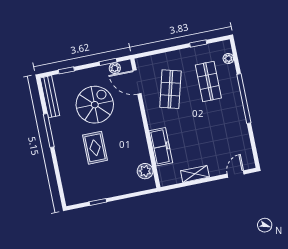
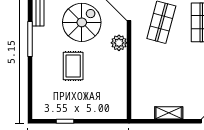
freezer: (161, 147) -> (140, 78), removed
plant: (145, 171) -> (119, 43), moved

